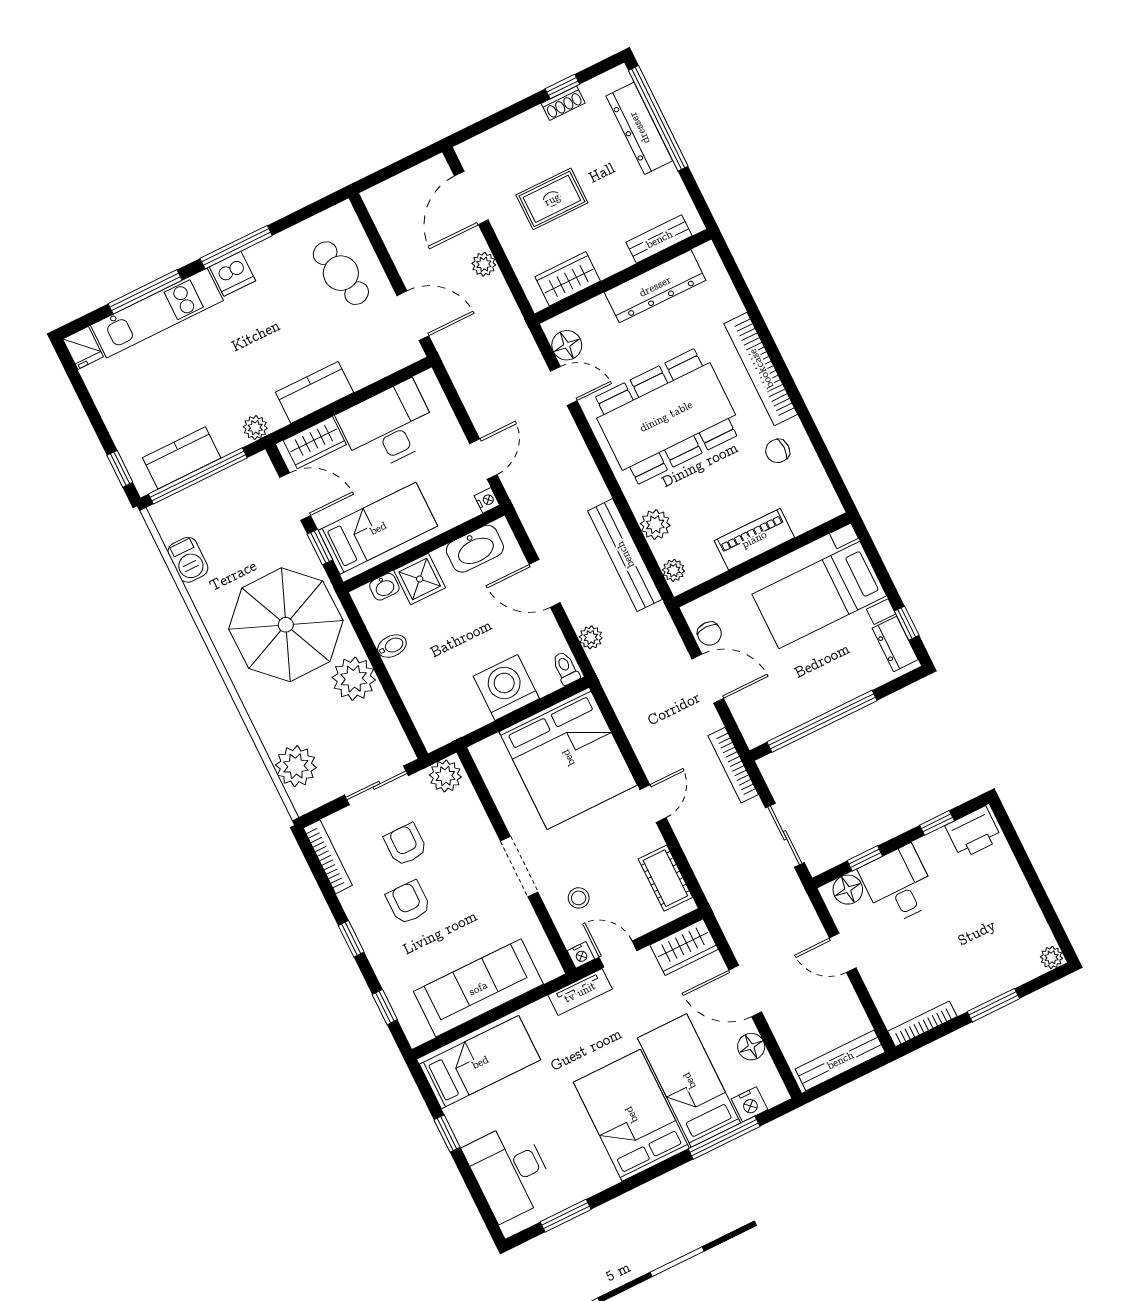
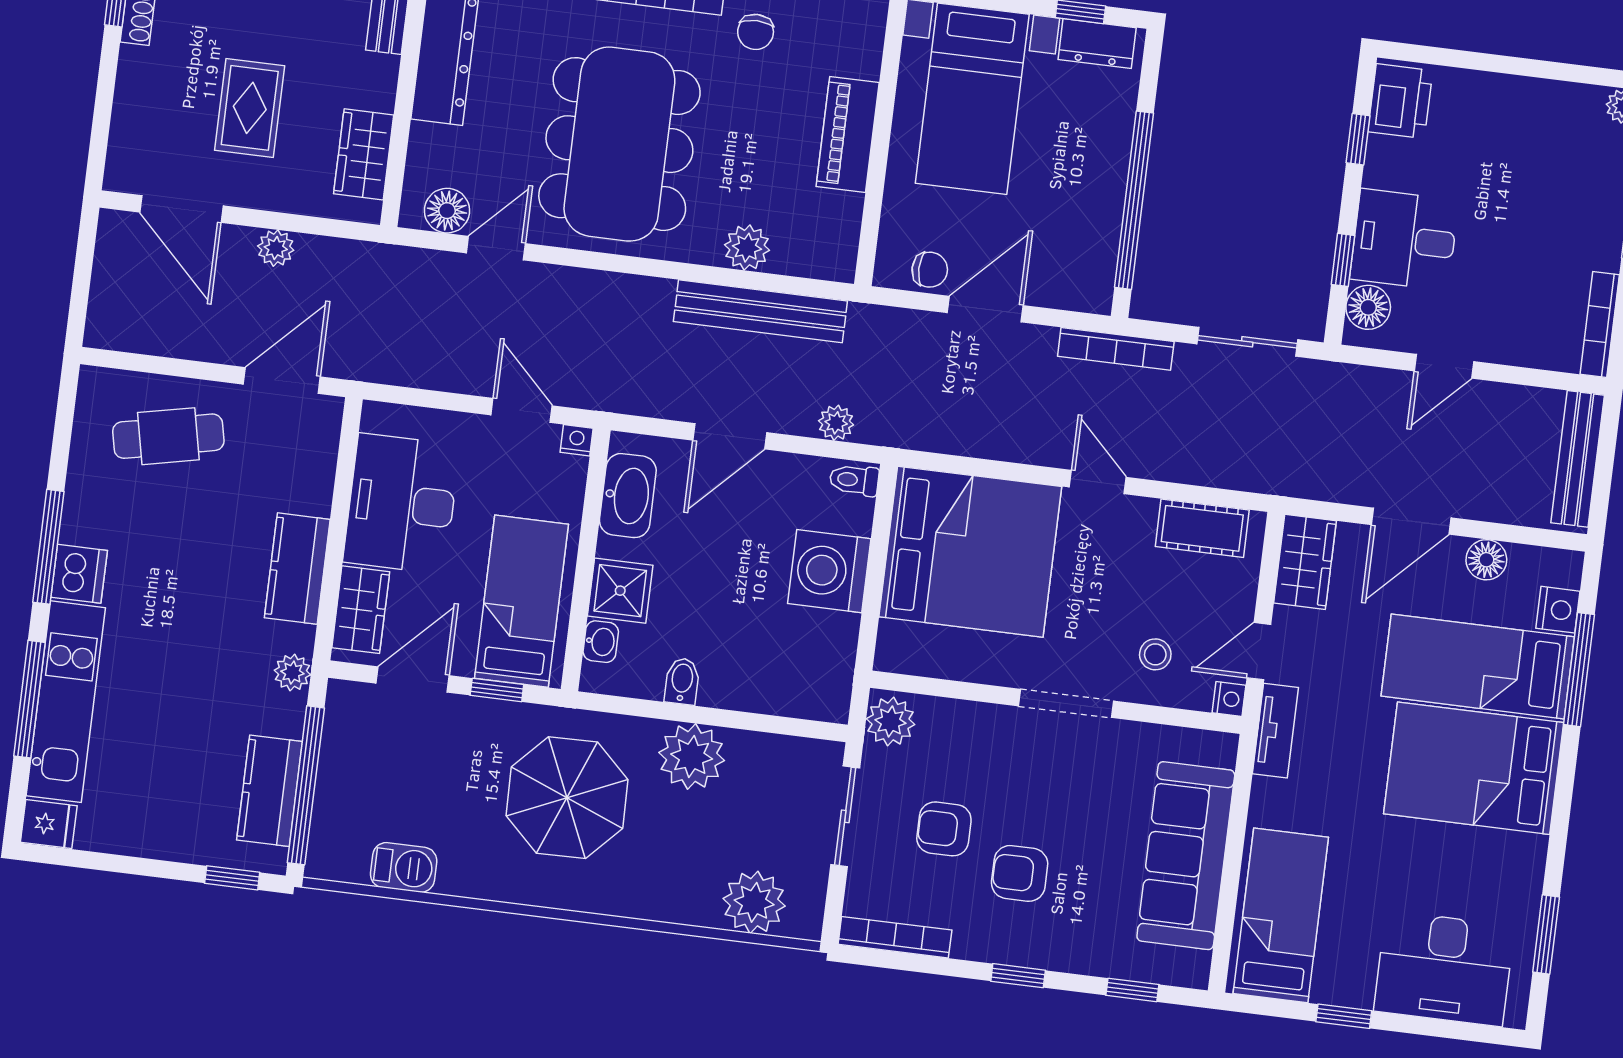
plant: (674, 570) -> (820, 263), removed
parasol: (286, 625) -> (567, 798), width x0.73, depth x0.73

